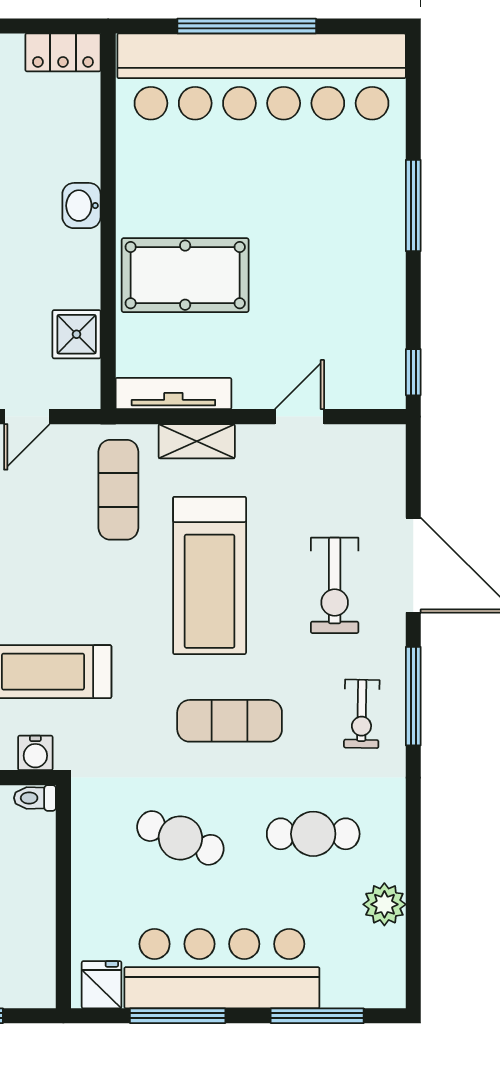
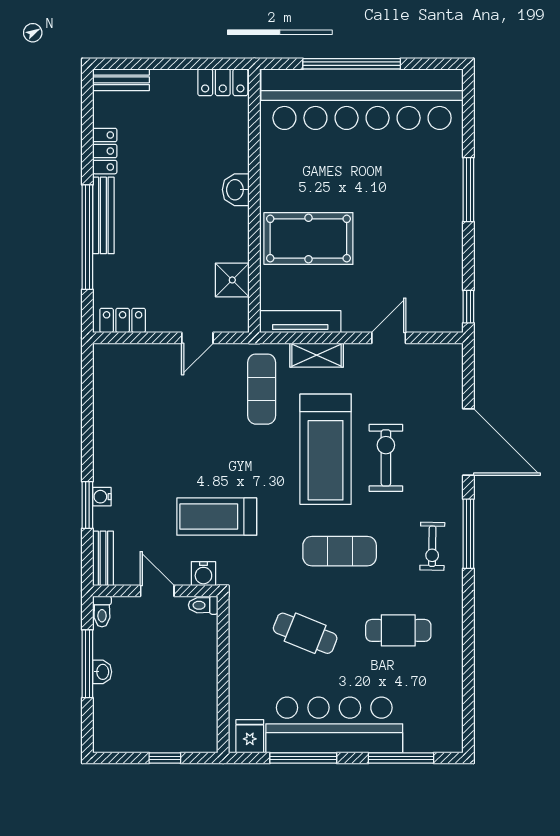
exercise bike: (335, 585) -> (386, 458), moved, turned 180
plant: (384, 904) -> (448, 680), removed

